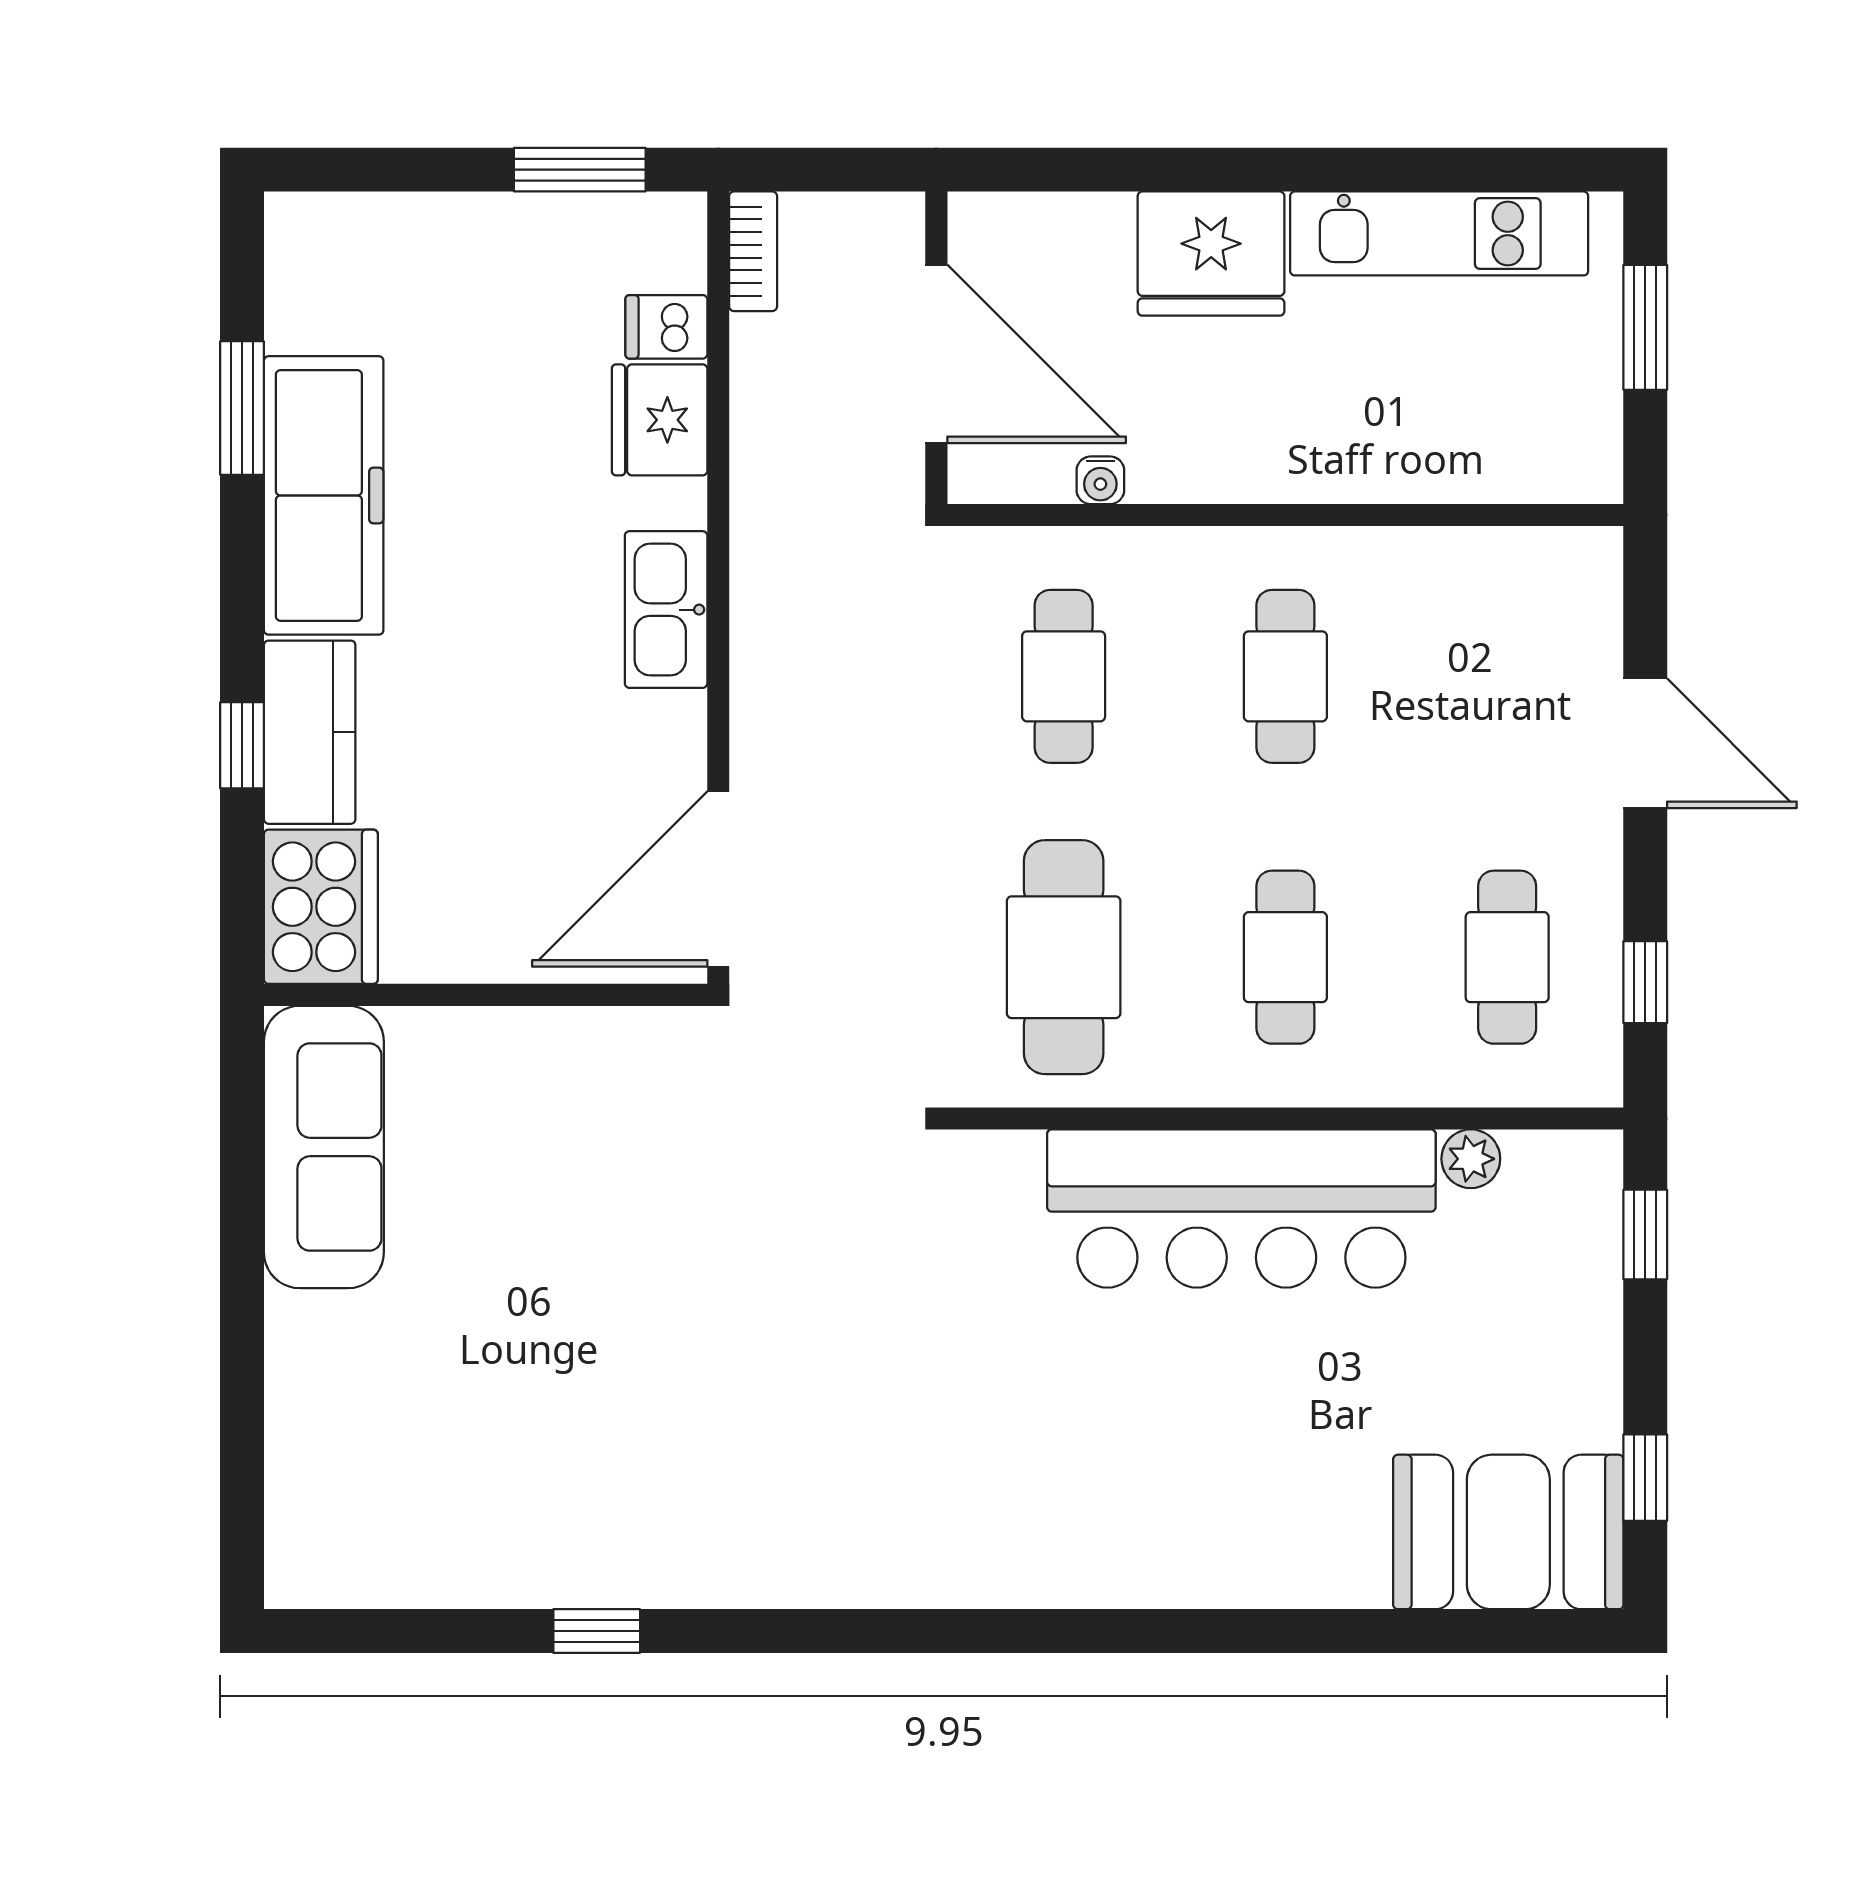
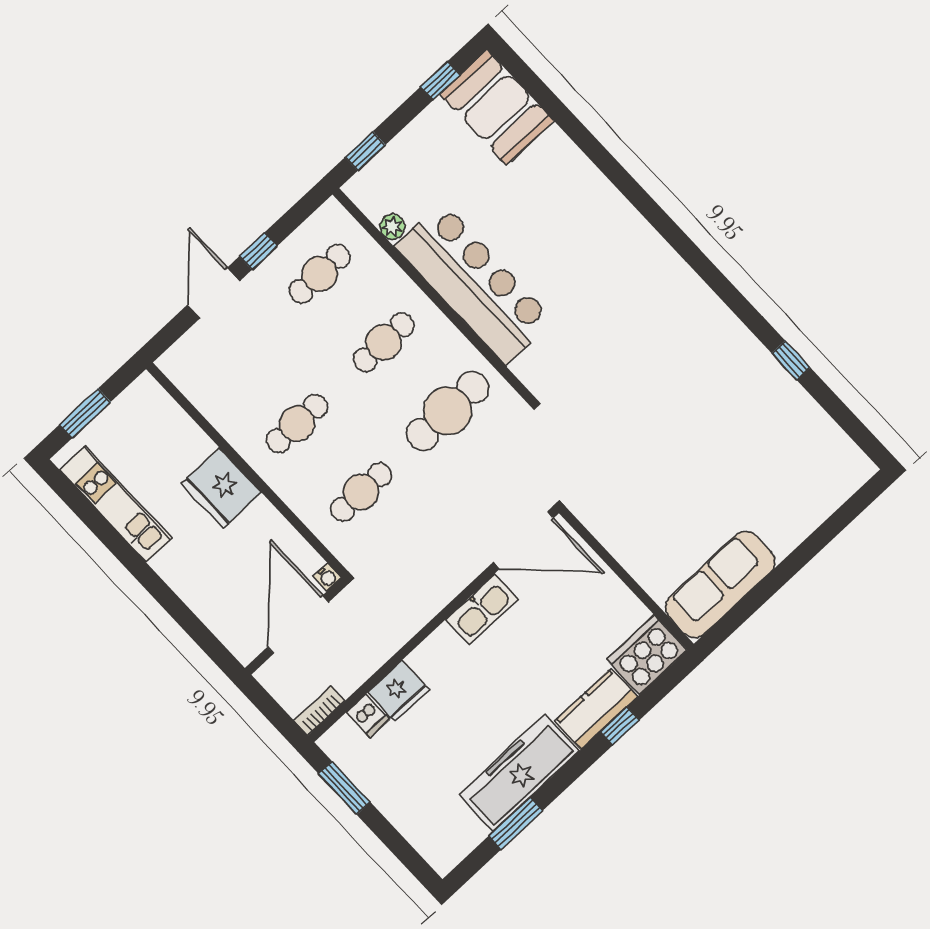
fridge: (1211, 254) -> (222, 488), moved, turned 180
water cooler: (1100, 480) -> (327, 577), moved, turned 90
kitchen sink: (666, 610) -> (482, 609), moved
window: (1645, 982) -> (258, 251), moved

